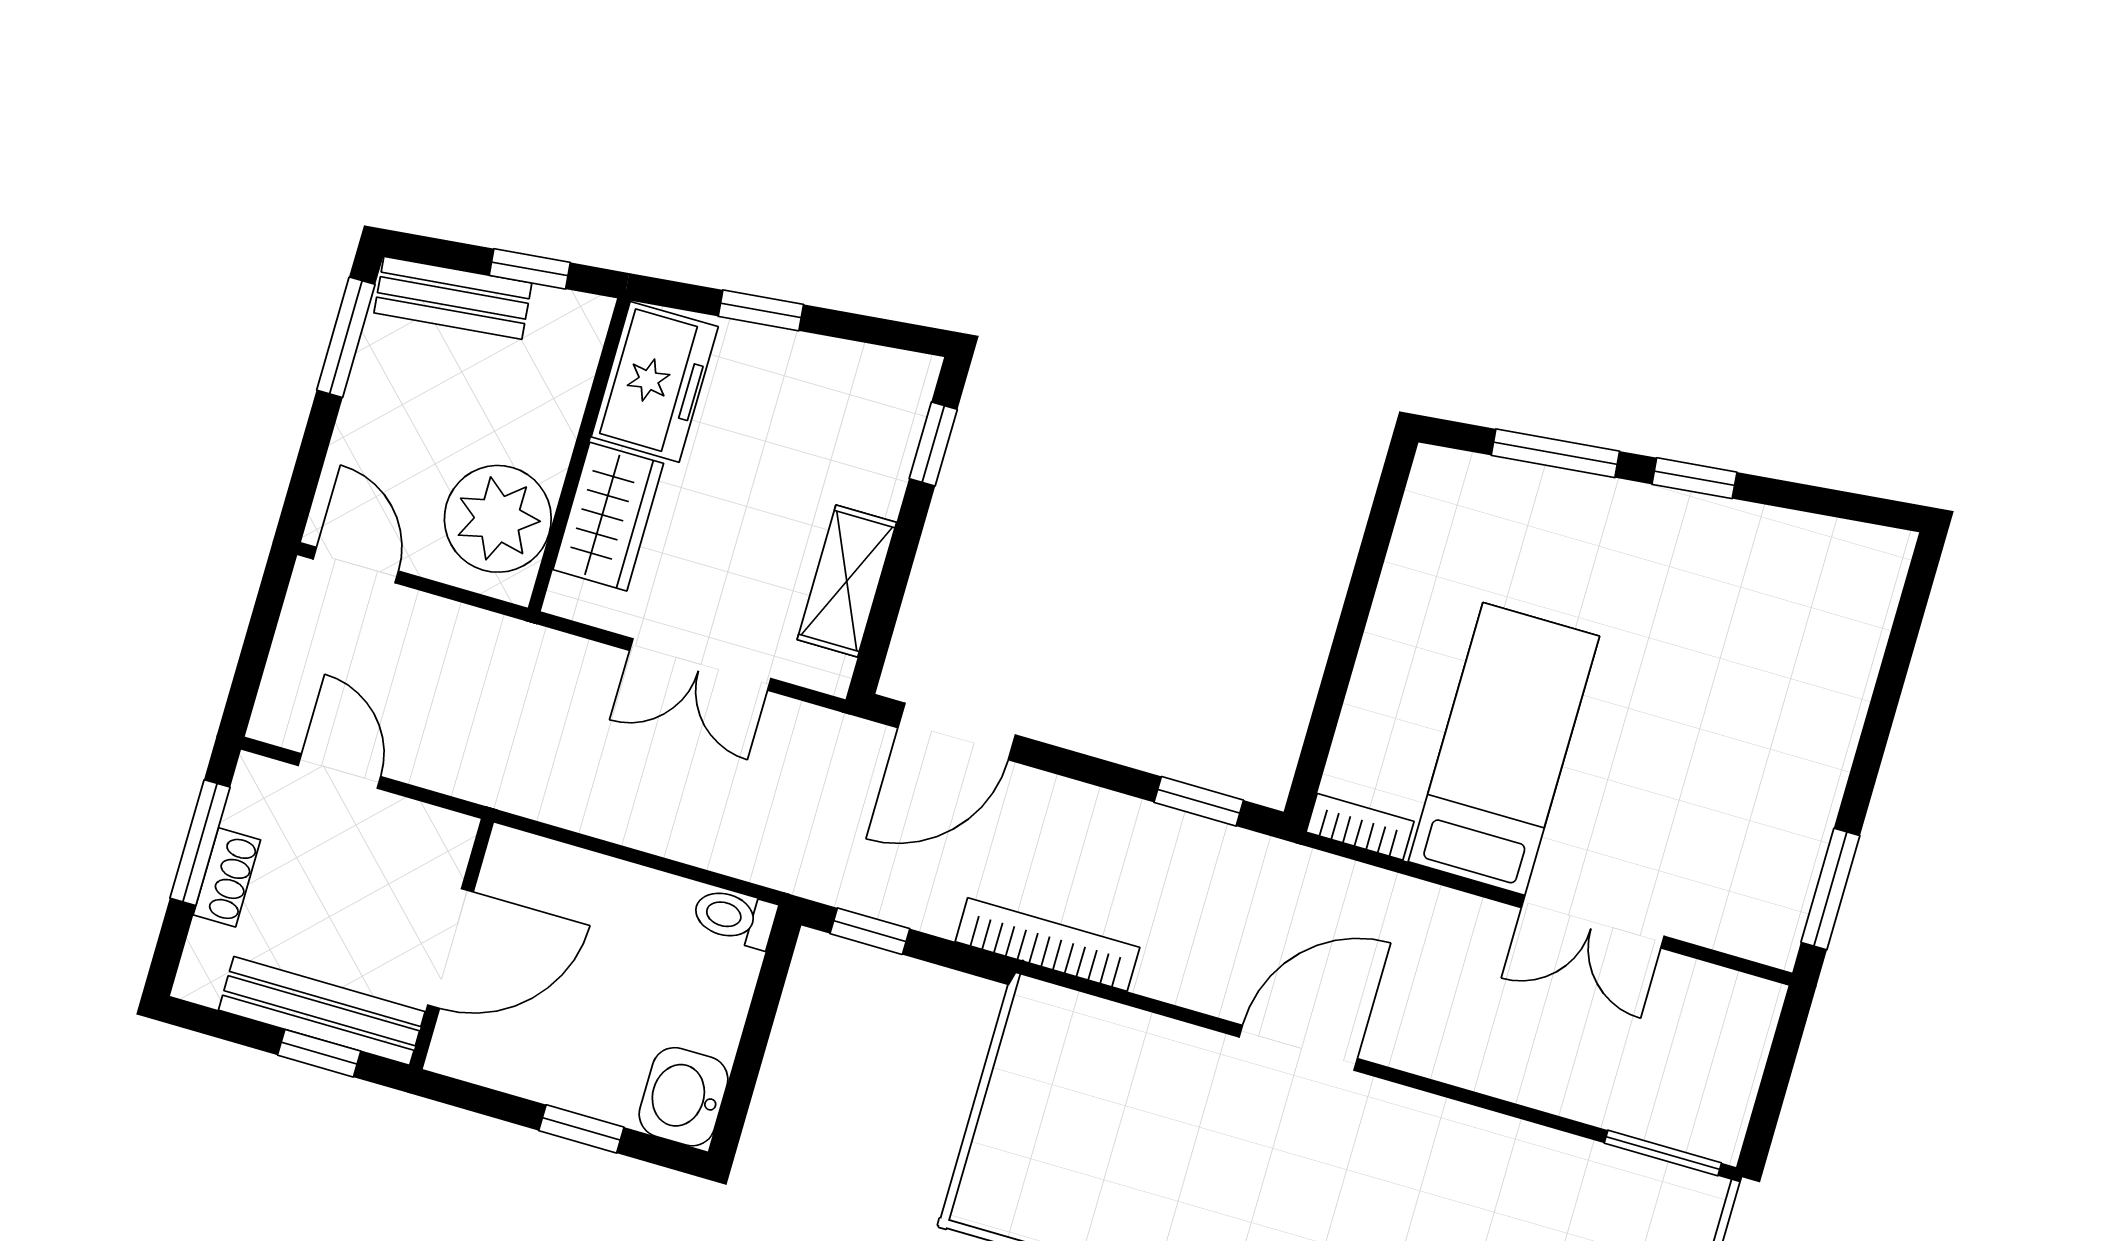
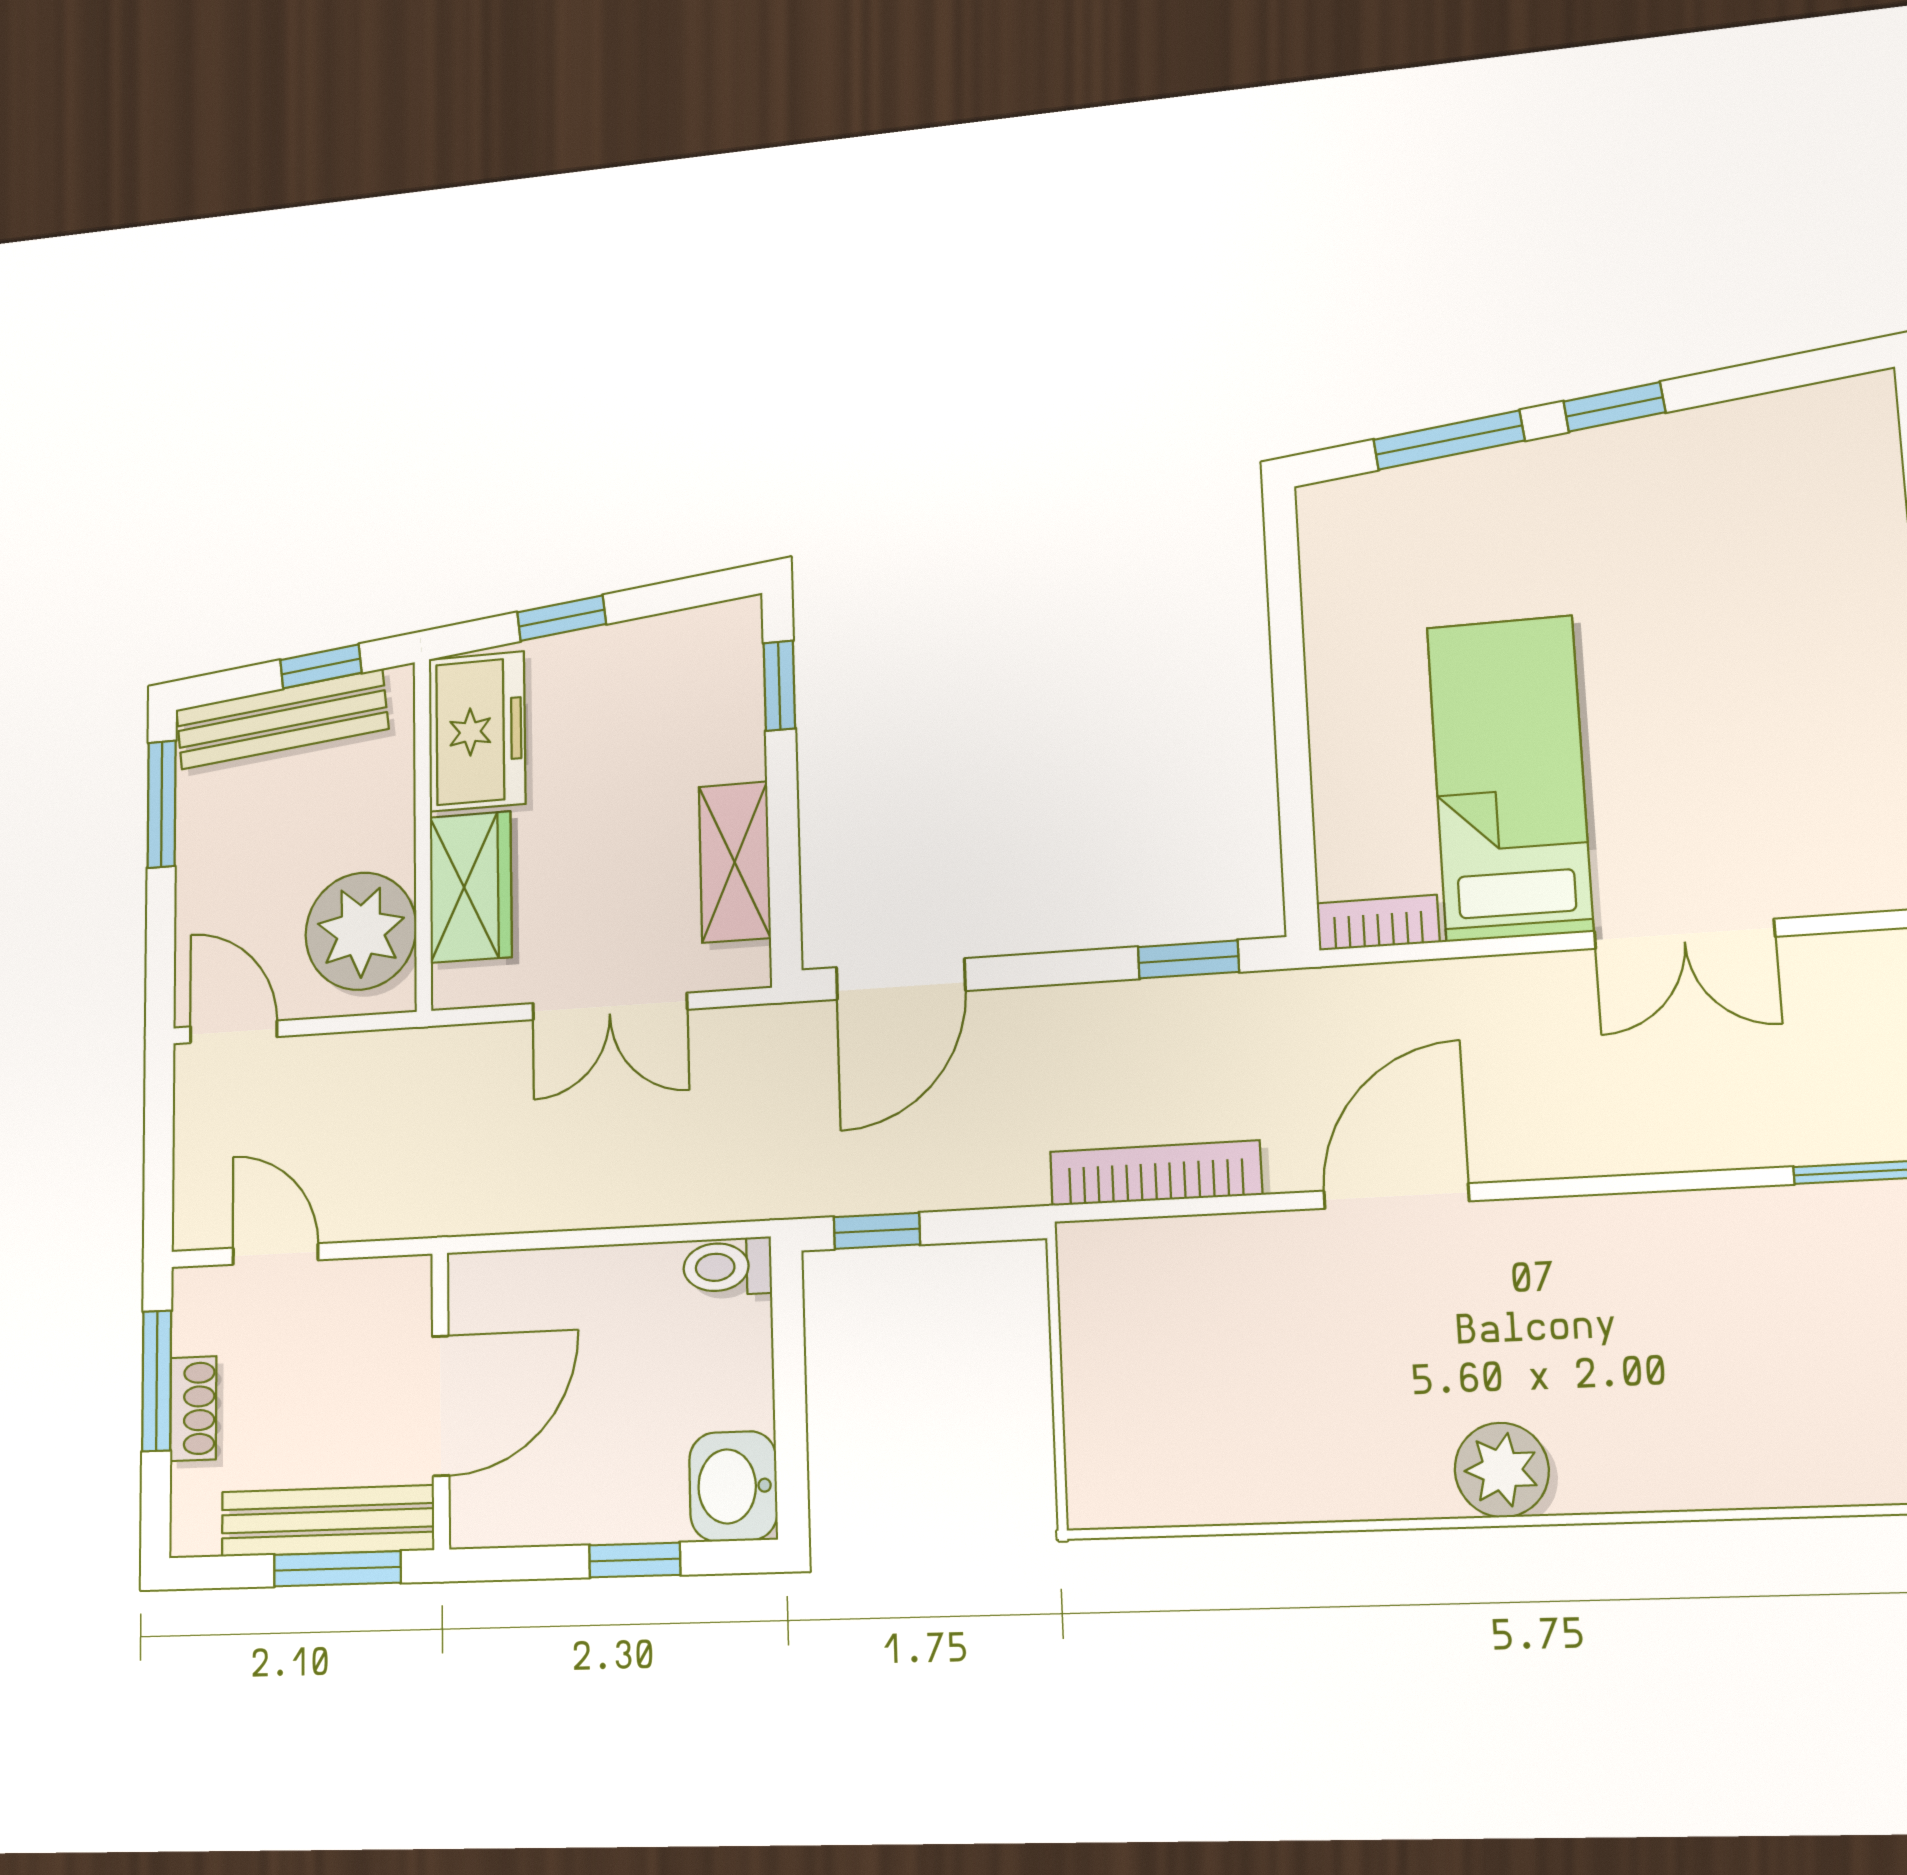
bench: (453, 298) -> (282, 719), width x1.36
bookcase: (1047, 945) -> (1156, 1173), moved
window: (319, 1053) -> (337, 1569), width x1.50

